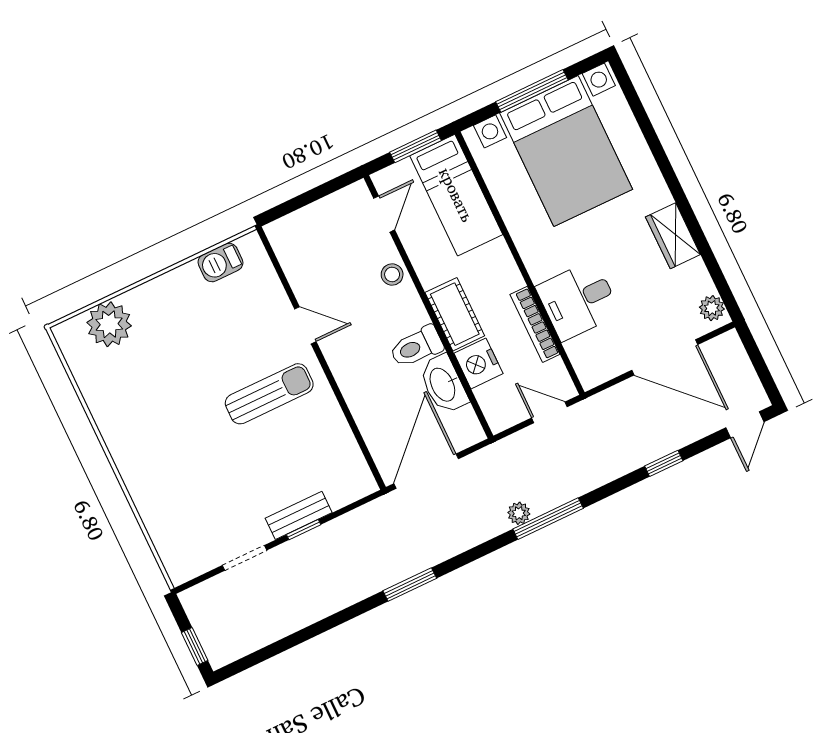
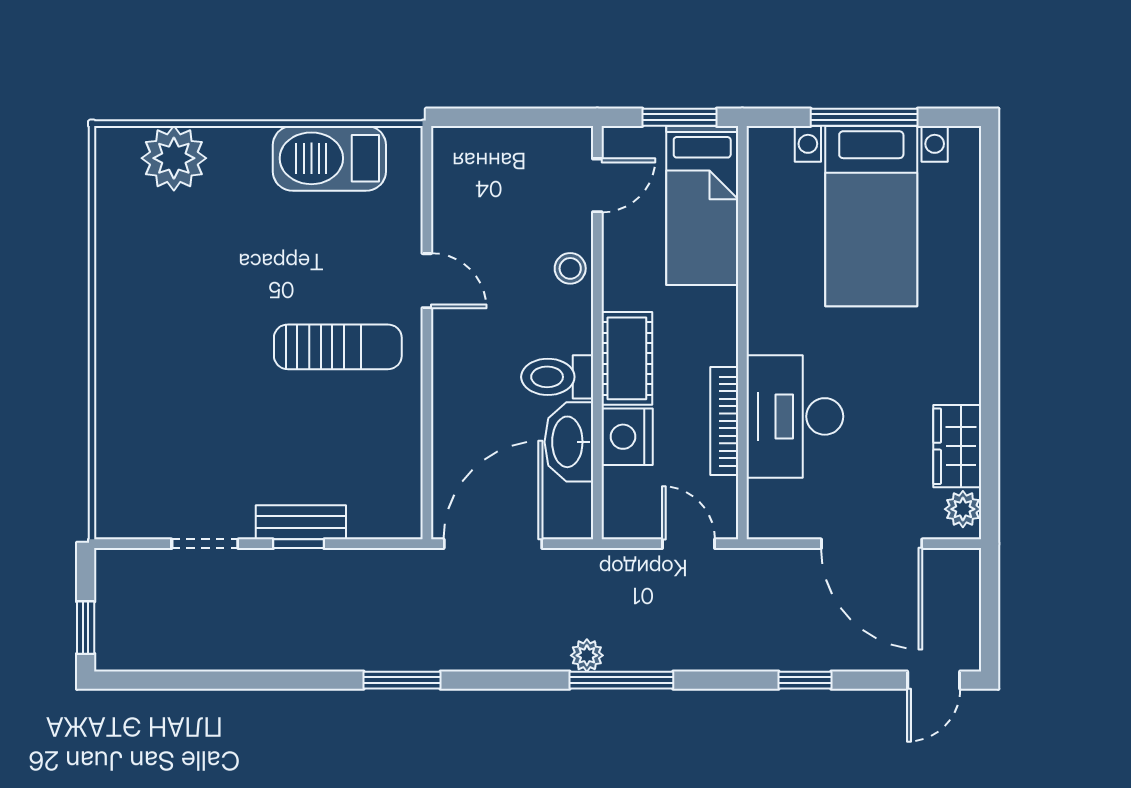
bed with nightstands: (566, 151) -> (871, 216), width x0.73
wardrobe: (673, 236) -> (957, 446), moved
barbecue: (220, 262) -> (329, 158), width x1.88, depth x1.53
desk: (578, 300) -> (795, 416), width x1.37

